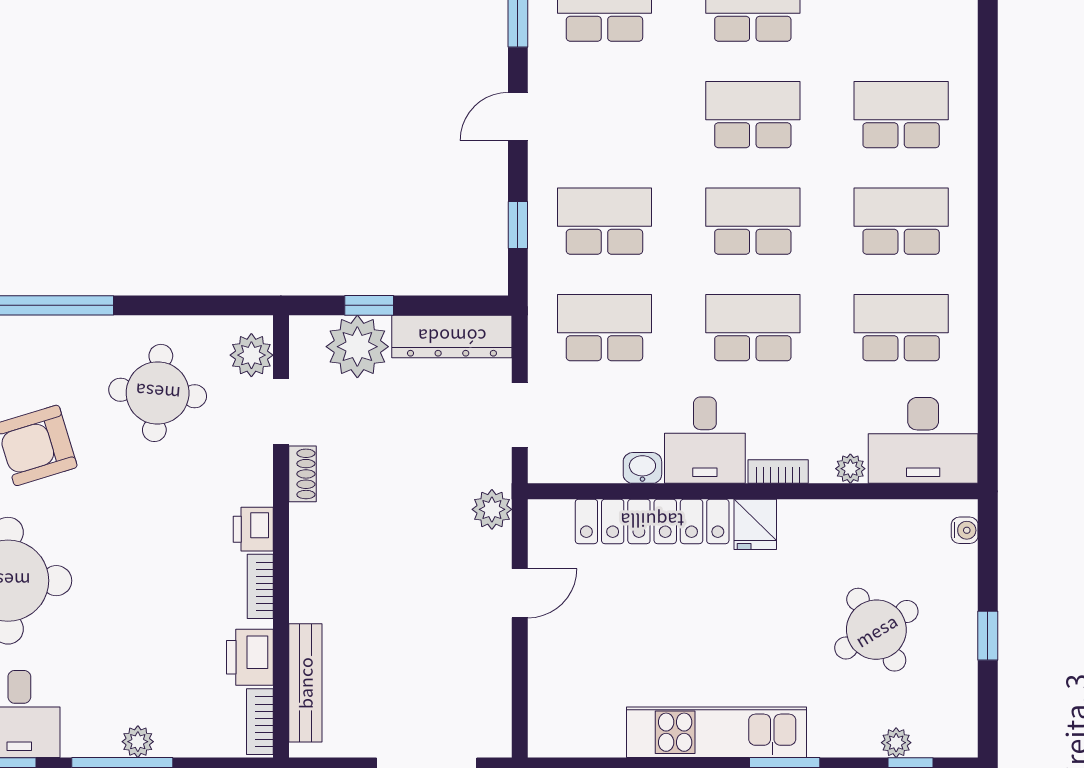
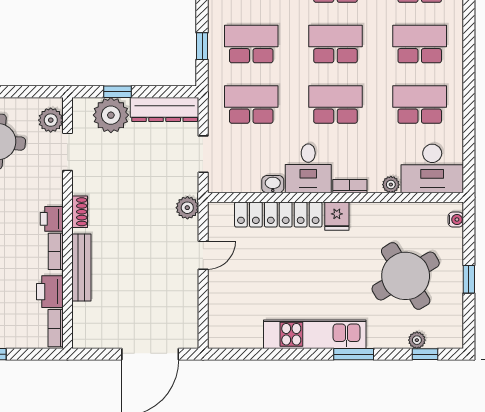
shoe rack: (302, 474) -> (80, 212), moved
round table: (876, 630) -> (406, 276), width x1.36, depth x1.36
bench: (305, 683) -> (81, 268), moved

